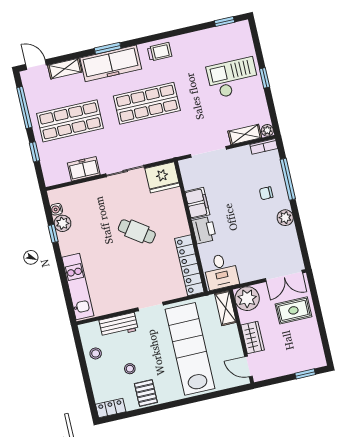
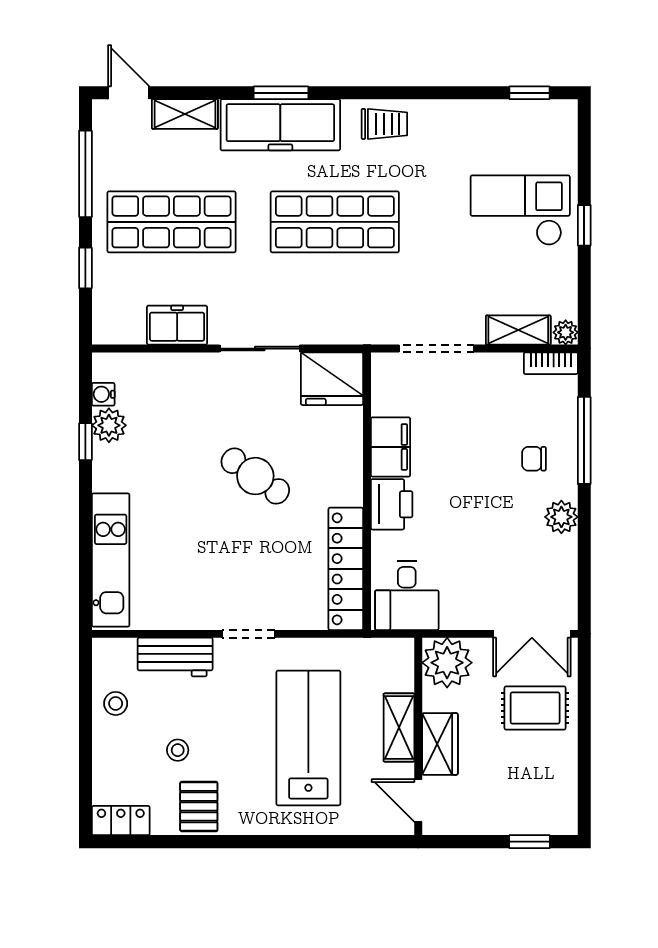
shelving: (226, 308) -> (399, 728), moved
lab bench: (190, 349) -> (308, 738), width x0.73

